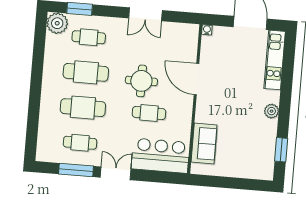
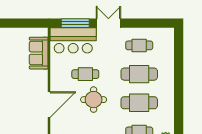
door: (196, 79) -> (49, 105), hinge flipped
window: (76, 170) -> (75, 23), moved
double door: (116, 173) -> (108, 23), swing flipped

